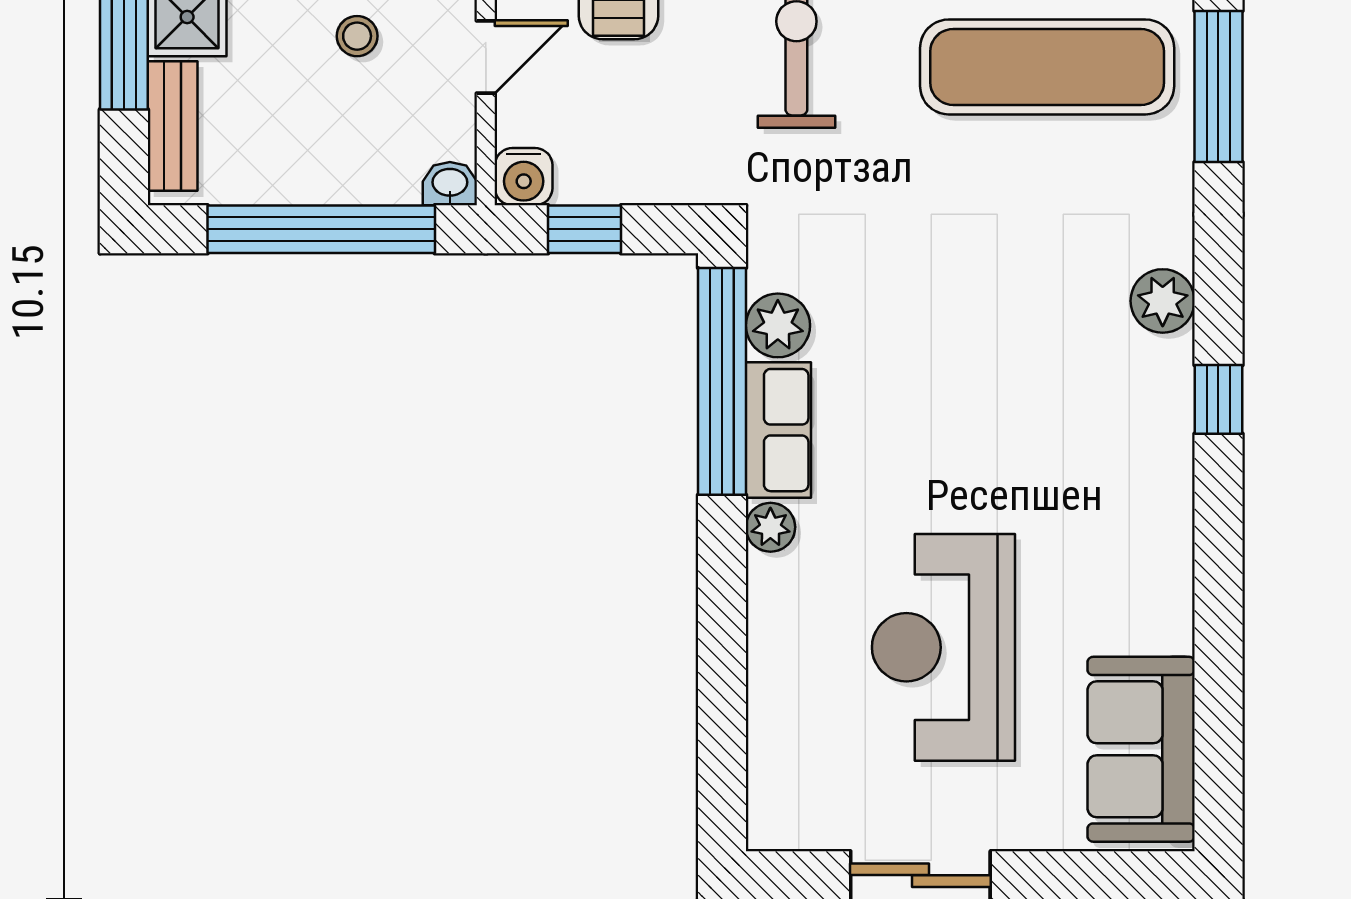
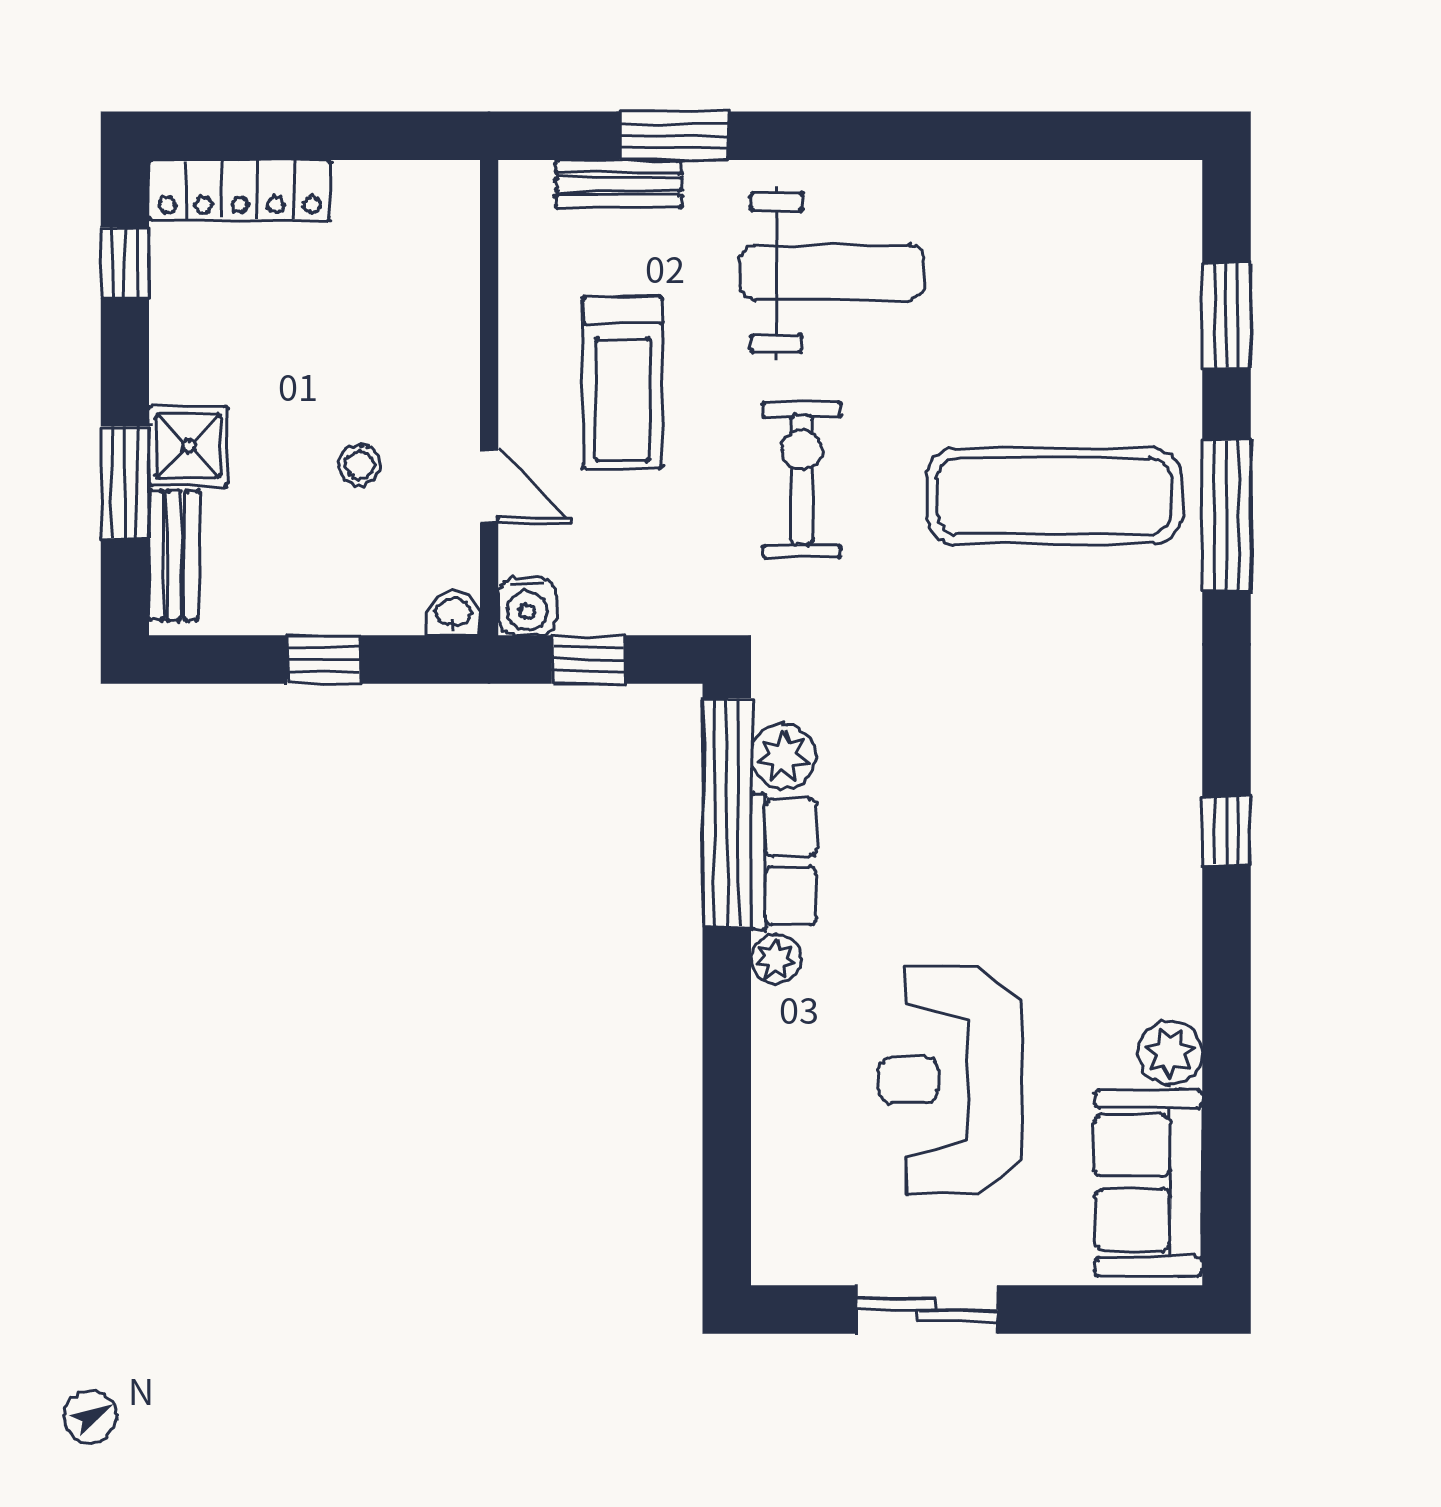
door: (486, 57) -> (489, 486), hinge flipped
window: (321, 229) -> (323, 659), width x0.32
plant: (1163, 301) -> (1170, 1053), moved

